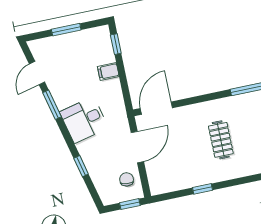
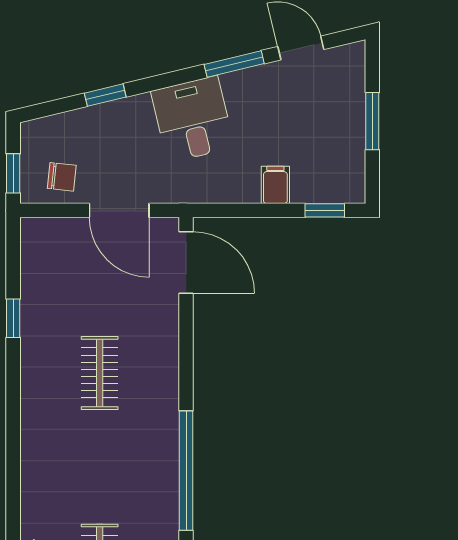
clothes rail: (221, 140) -> (100, 373), turned 90

